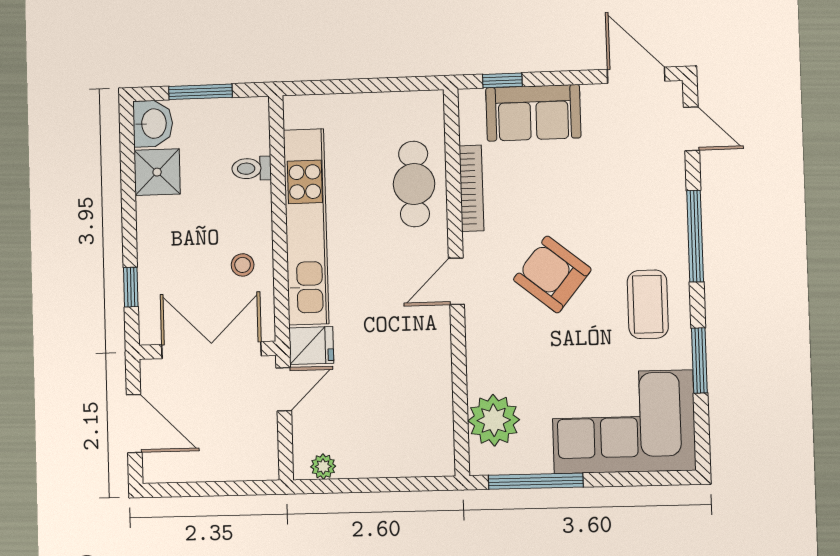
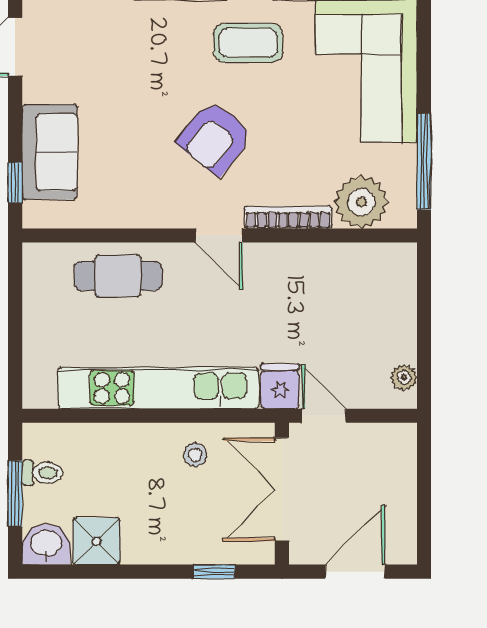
toilet: (252, 168) -> (42, 473), moved, turned -90
bookcase: (471, 188) -> (288, 217), moved

